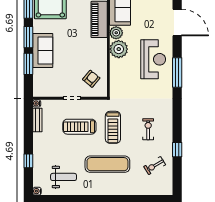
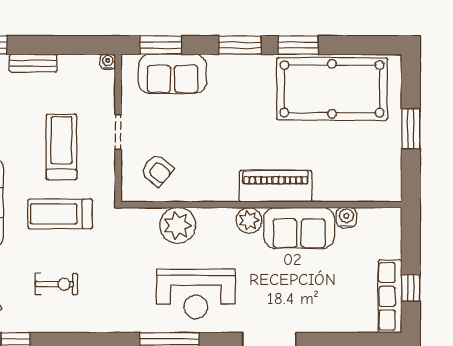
plant: (119, 49) -> (178, 225), moved
sofa: (43, 50) -> (172, 74), moved
window: (28, 64) -> (161, 45), moved
bench: (37, 120) -> (33, 63), moved

